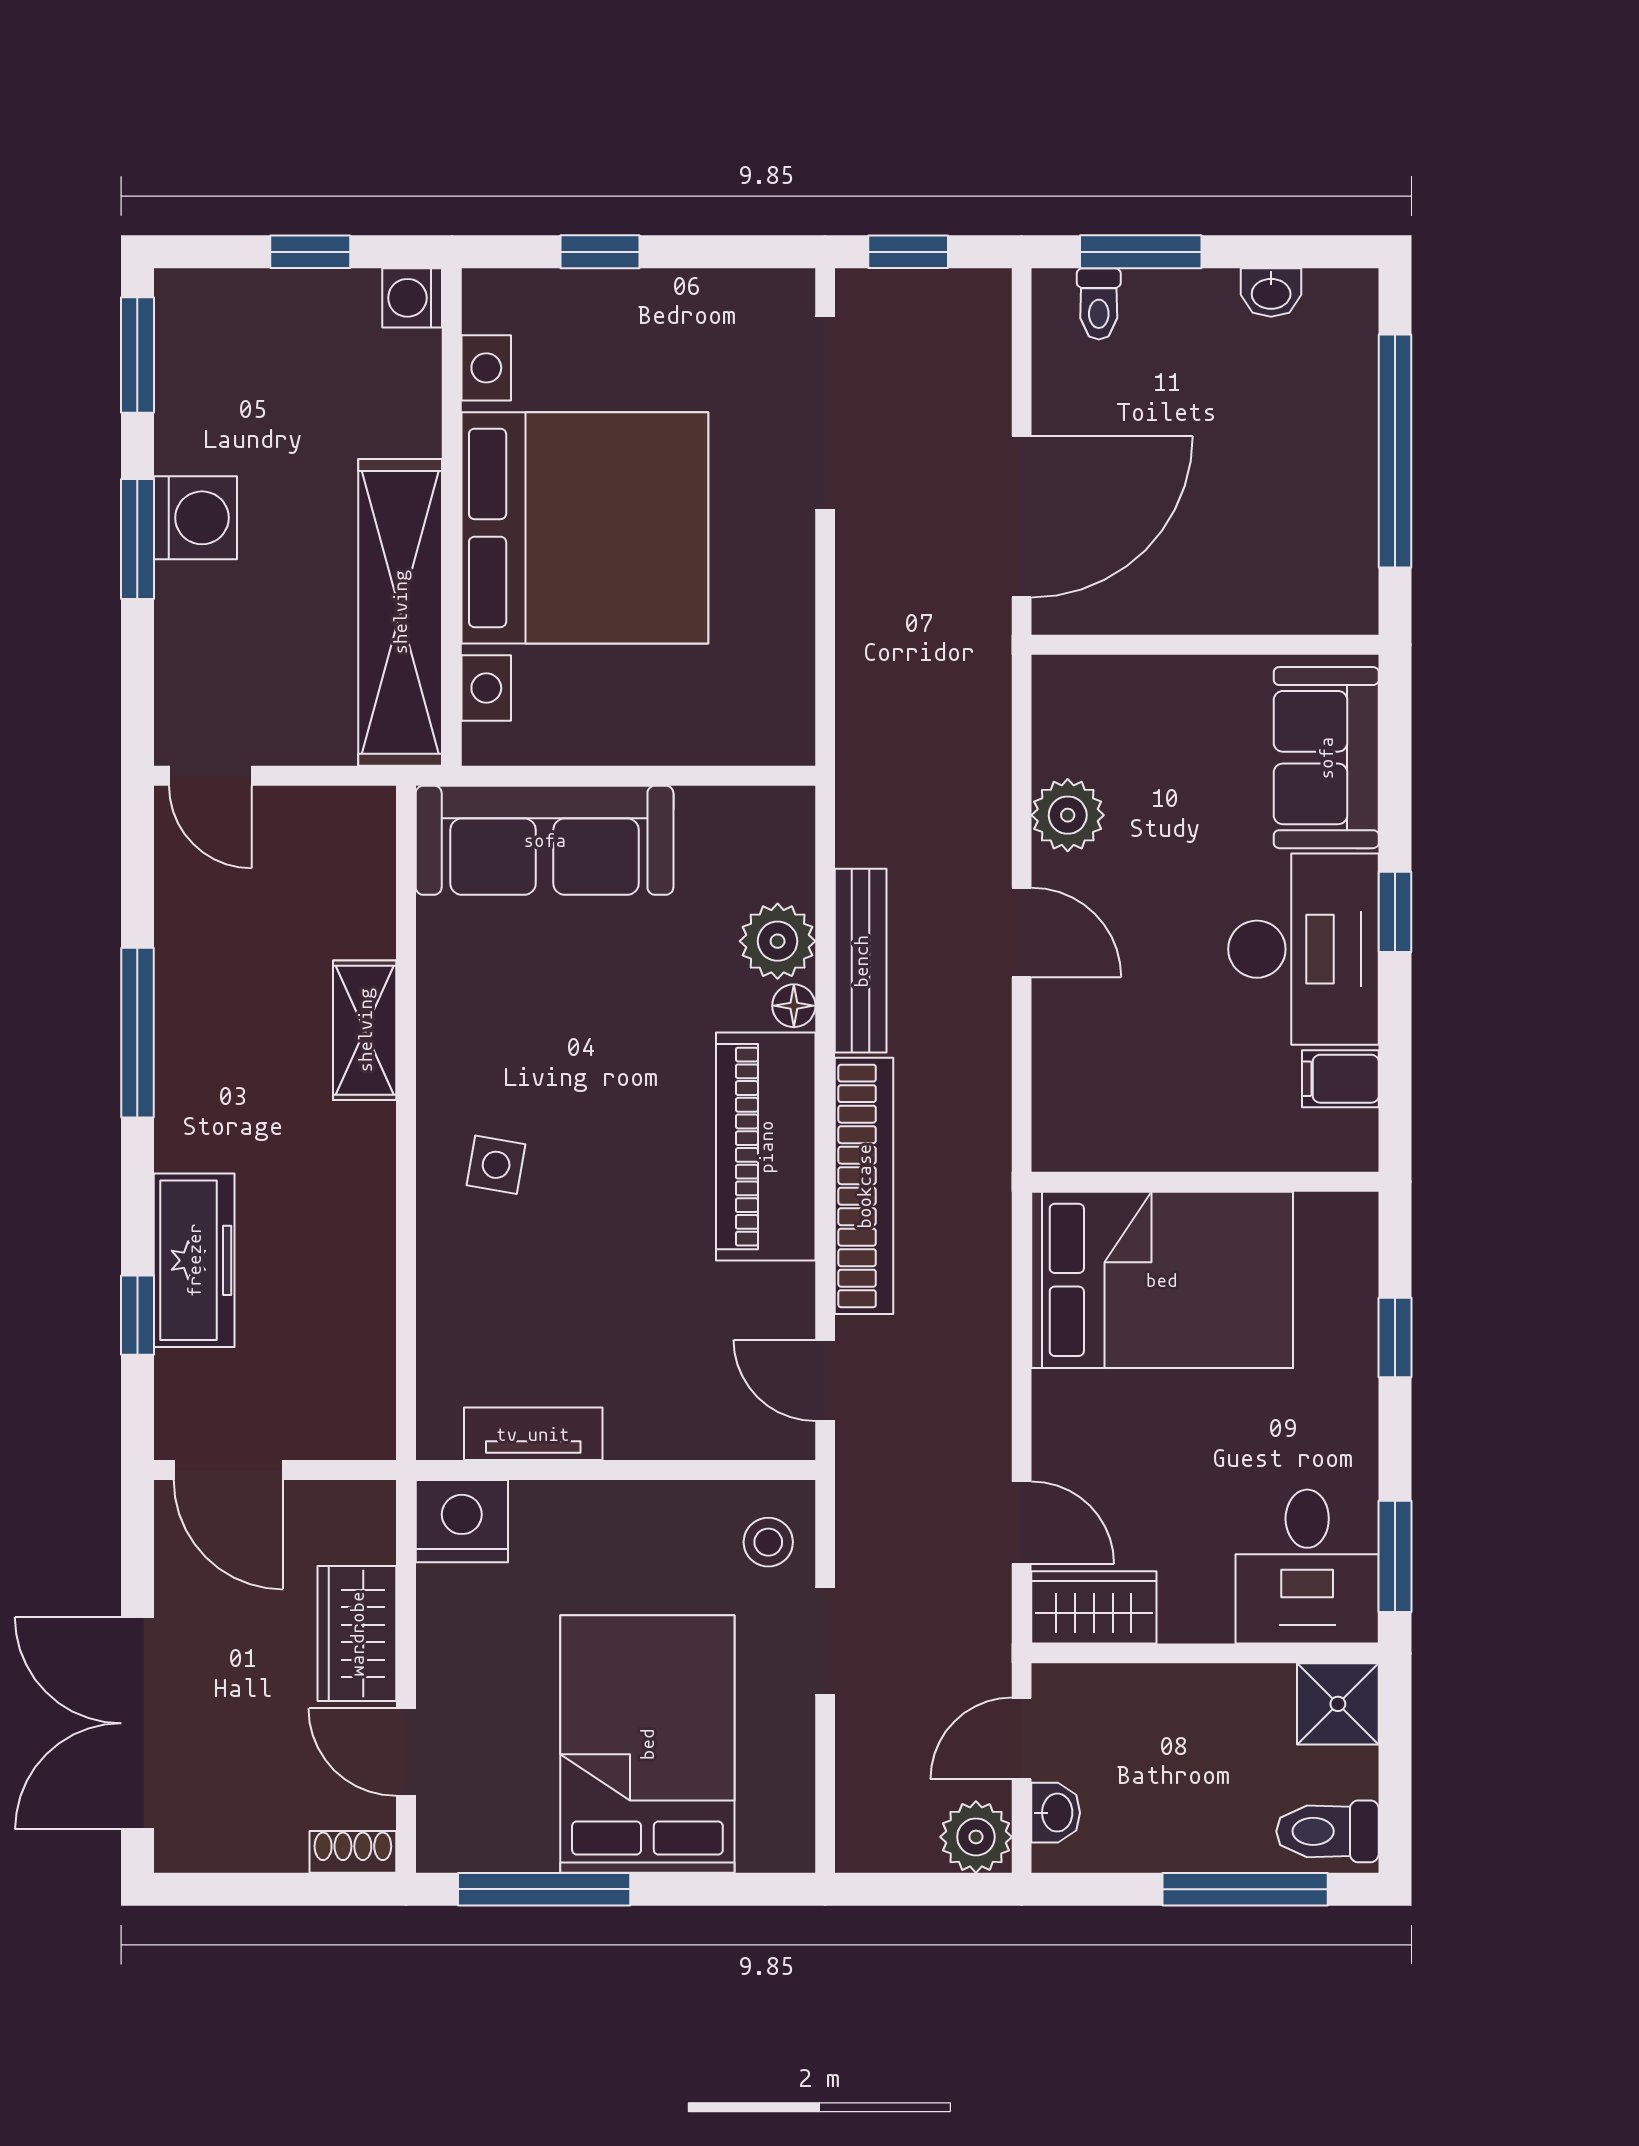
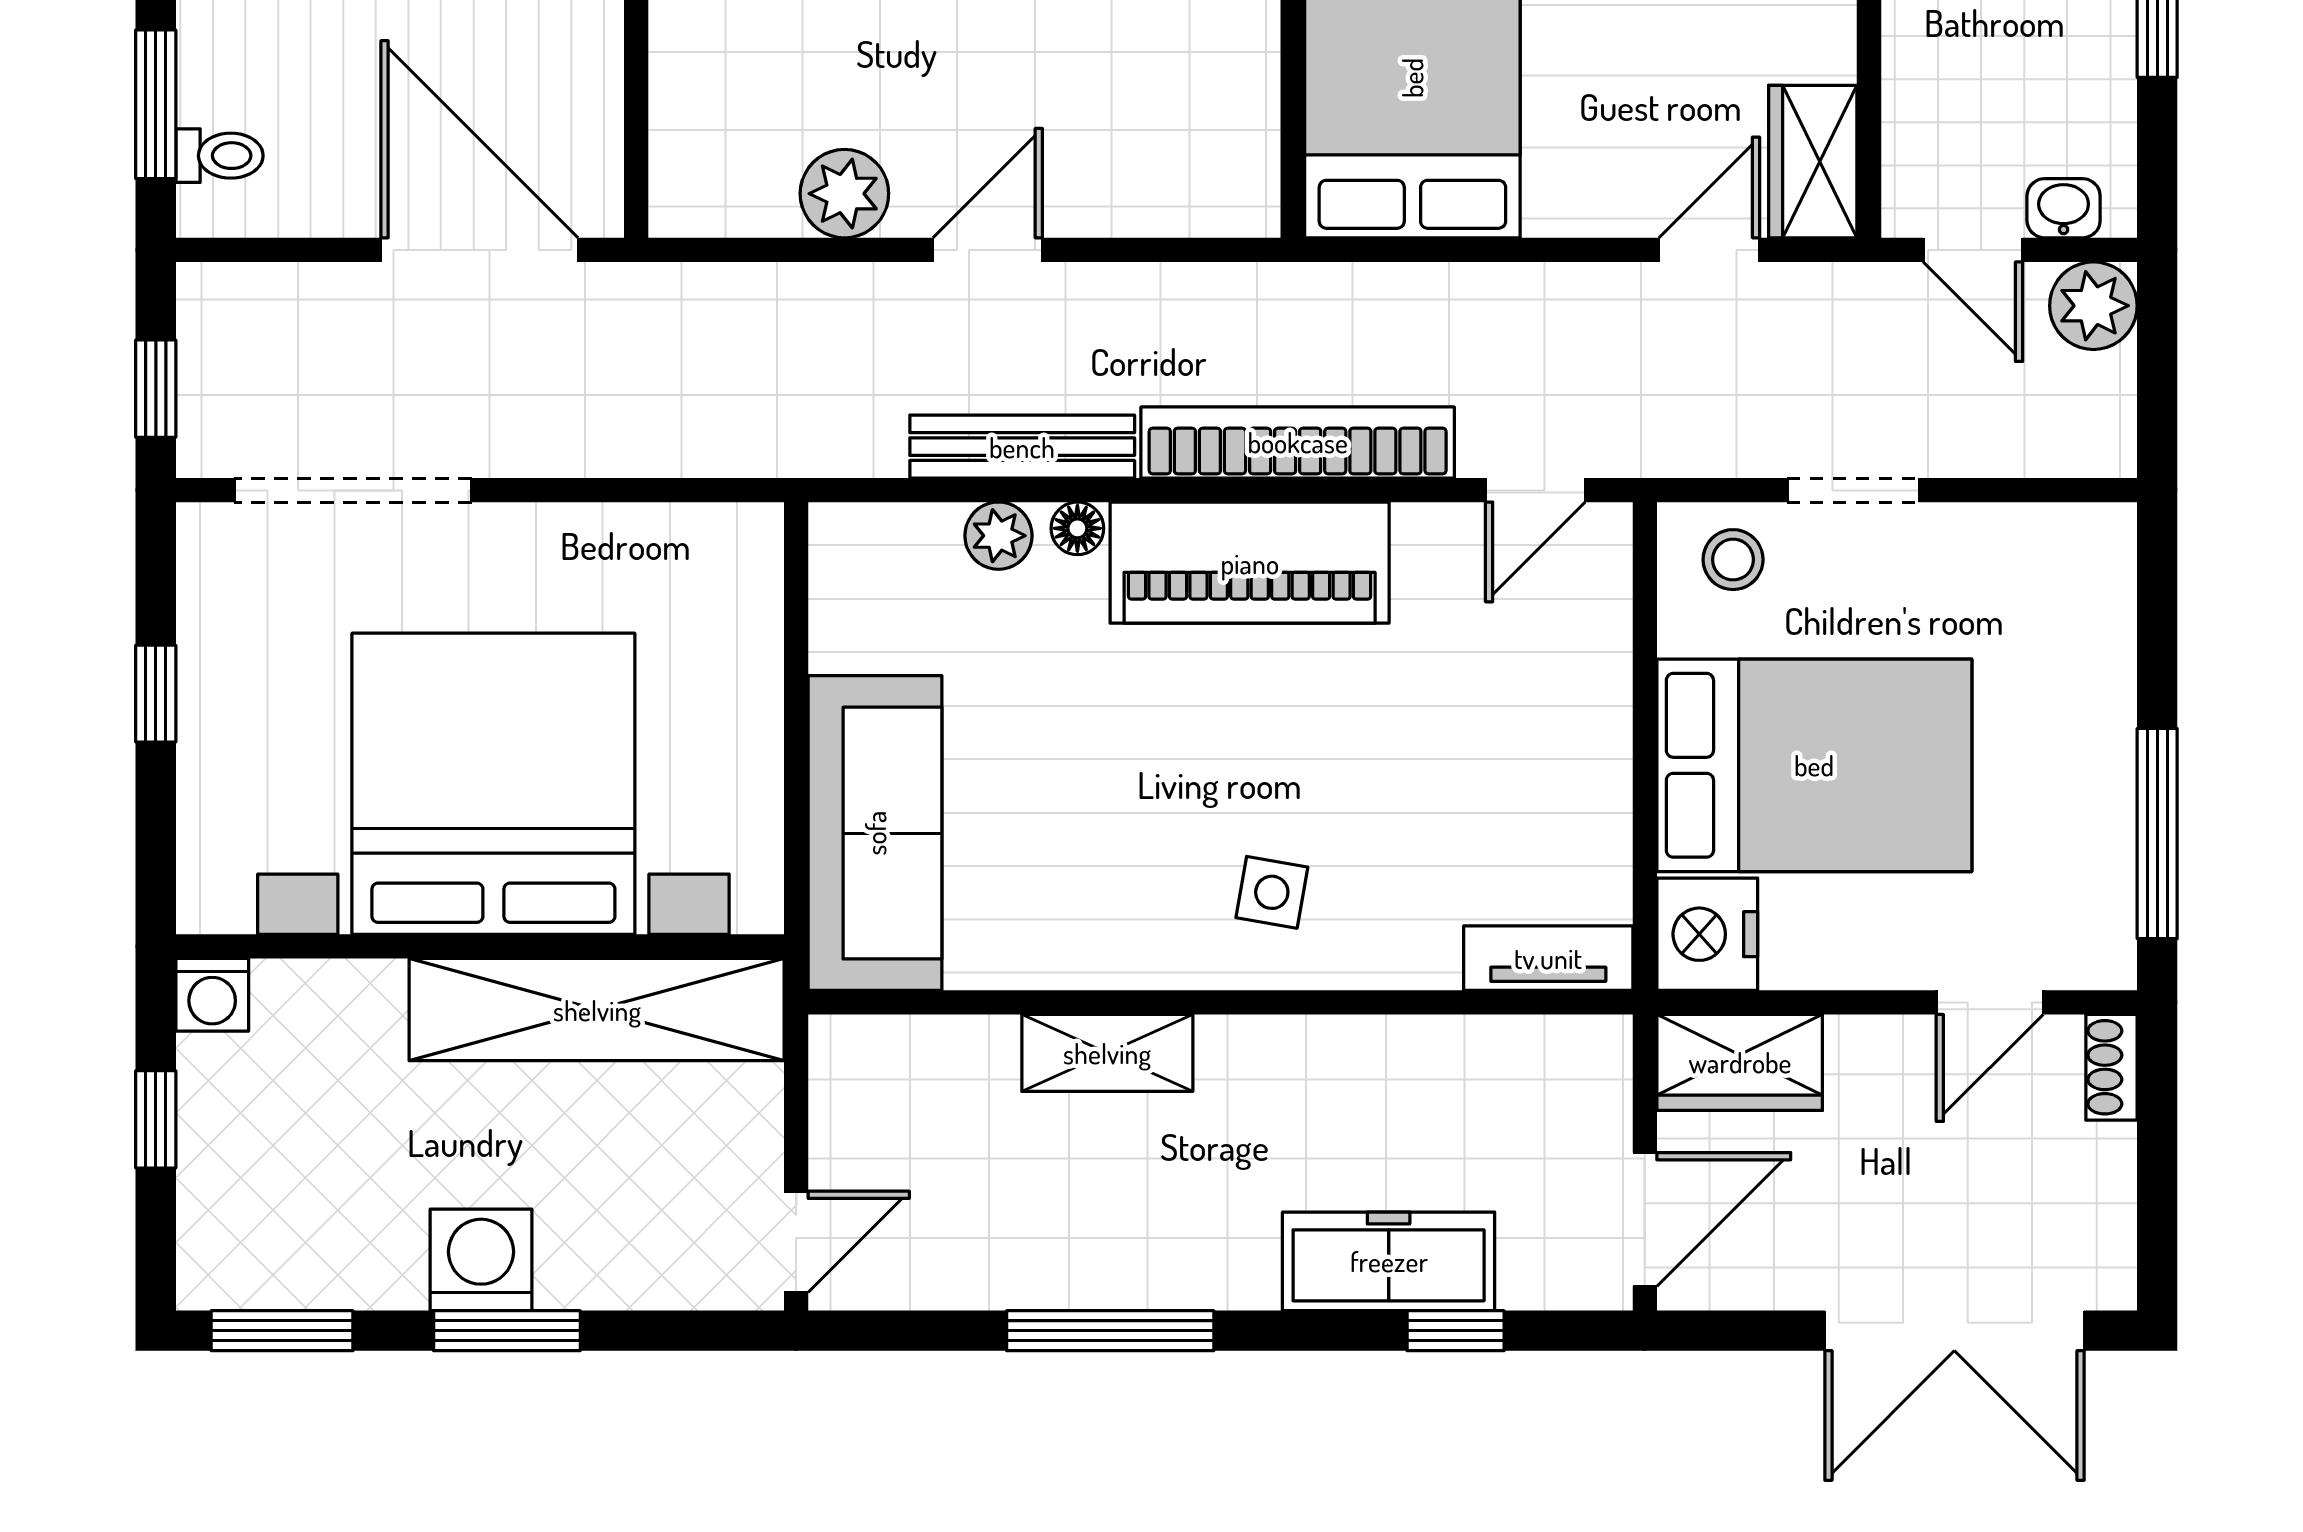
window: (600, 252) -> (156, 694), moved
plant: (778, 941) -> (998, 536), width x0.73, depth x0.73
tv unit: (533, 1434) -> (1548, 958), moved, turned 90
wardrobe: (357, 1634) -> (1740, 1062), moved
bed: (647, 1744) -> (1814, 765), moved, turned 180

